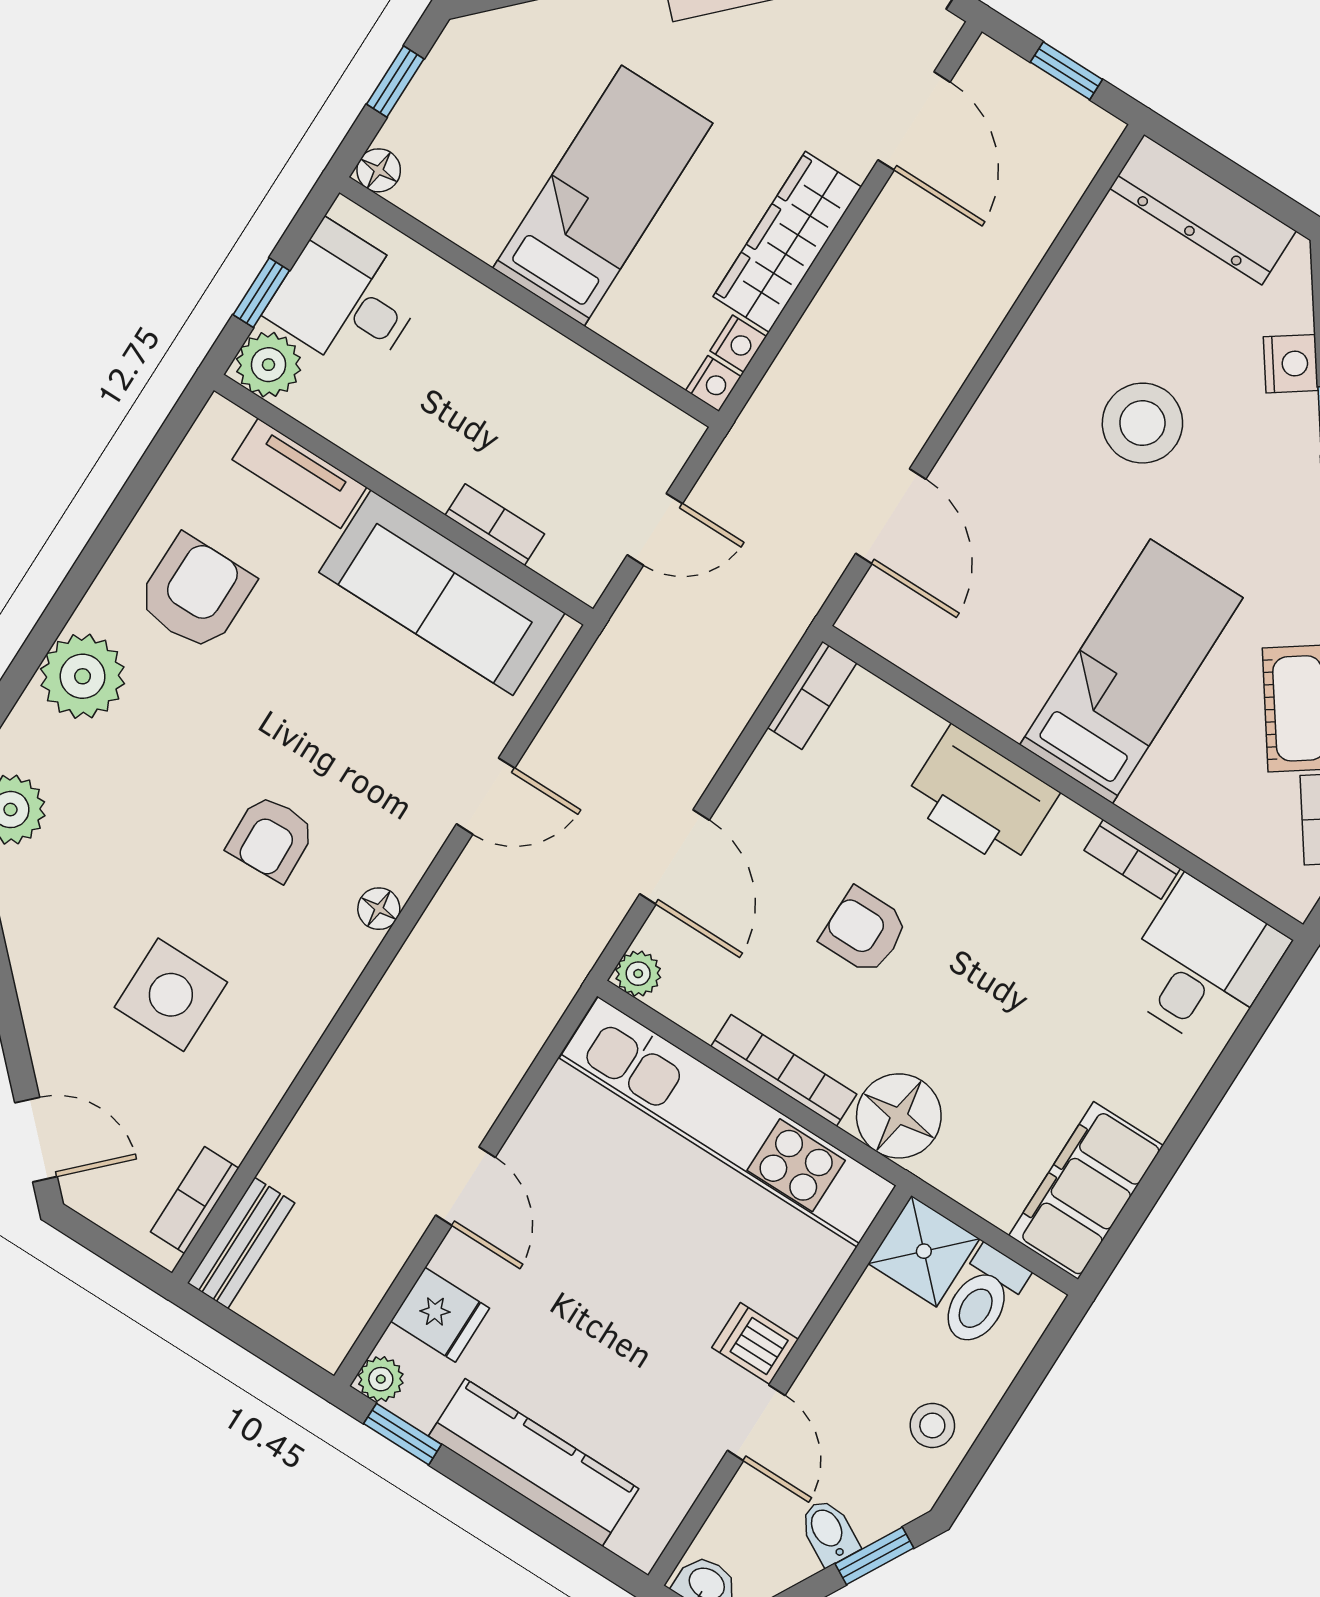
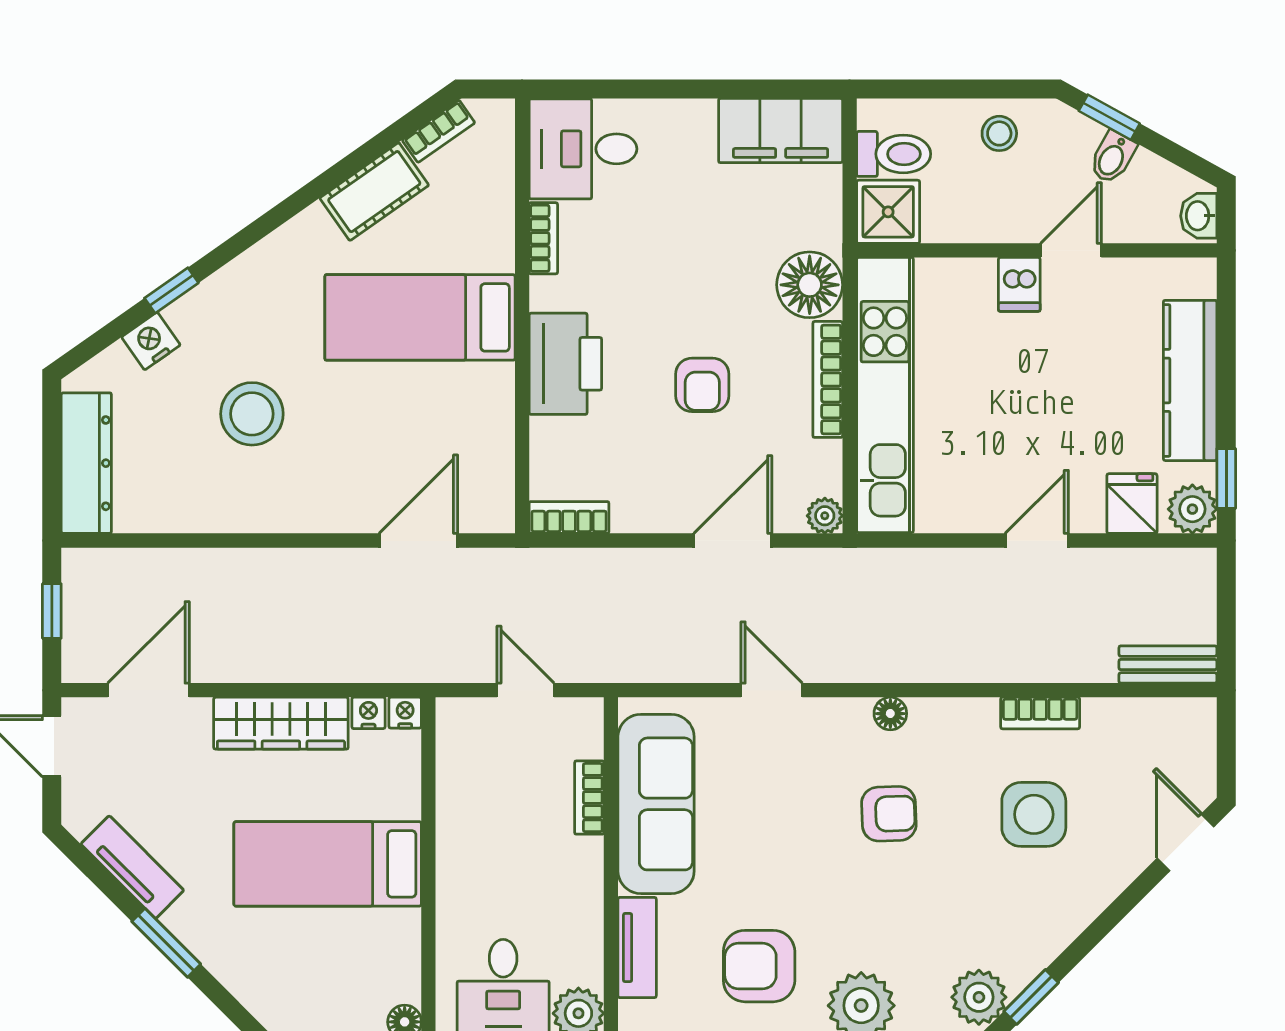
bookcase: (195, 1200) -> (1040, 713), moved
plant: (381, 1379) -> (1192, 509), width x1.38, depth x1.38

